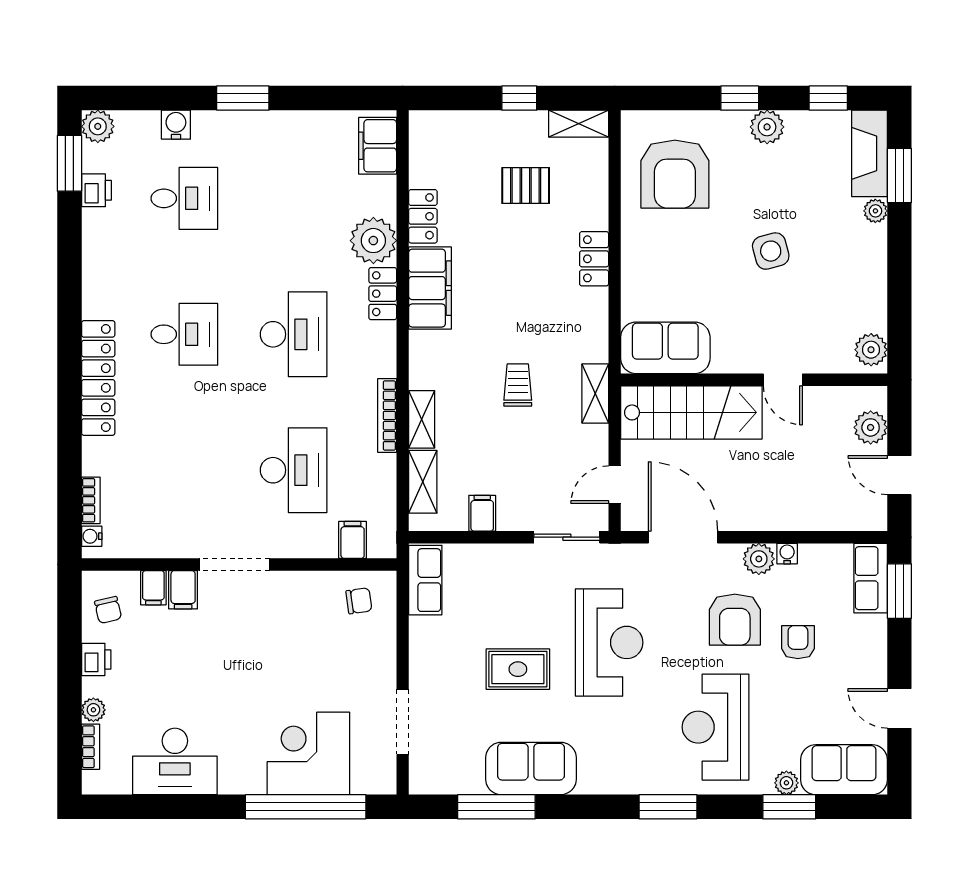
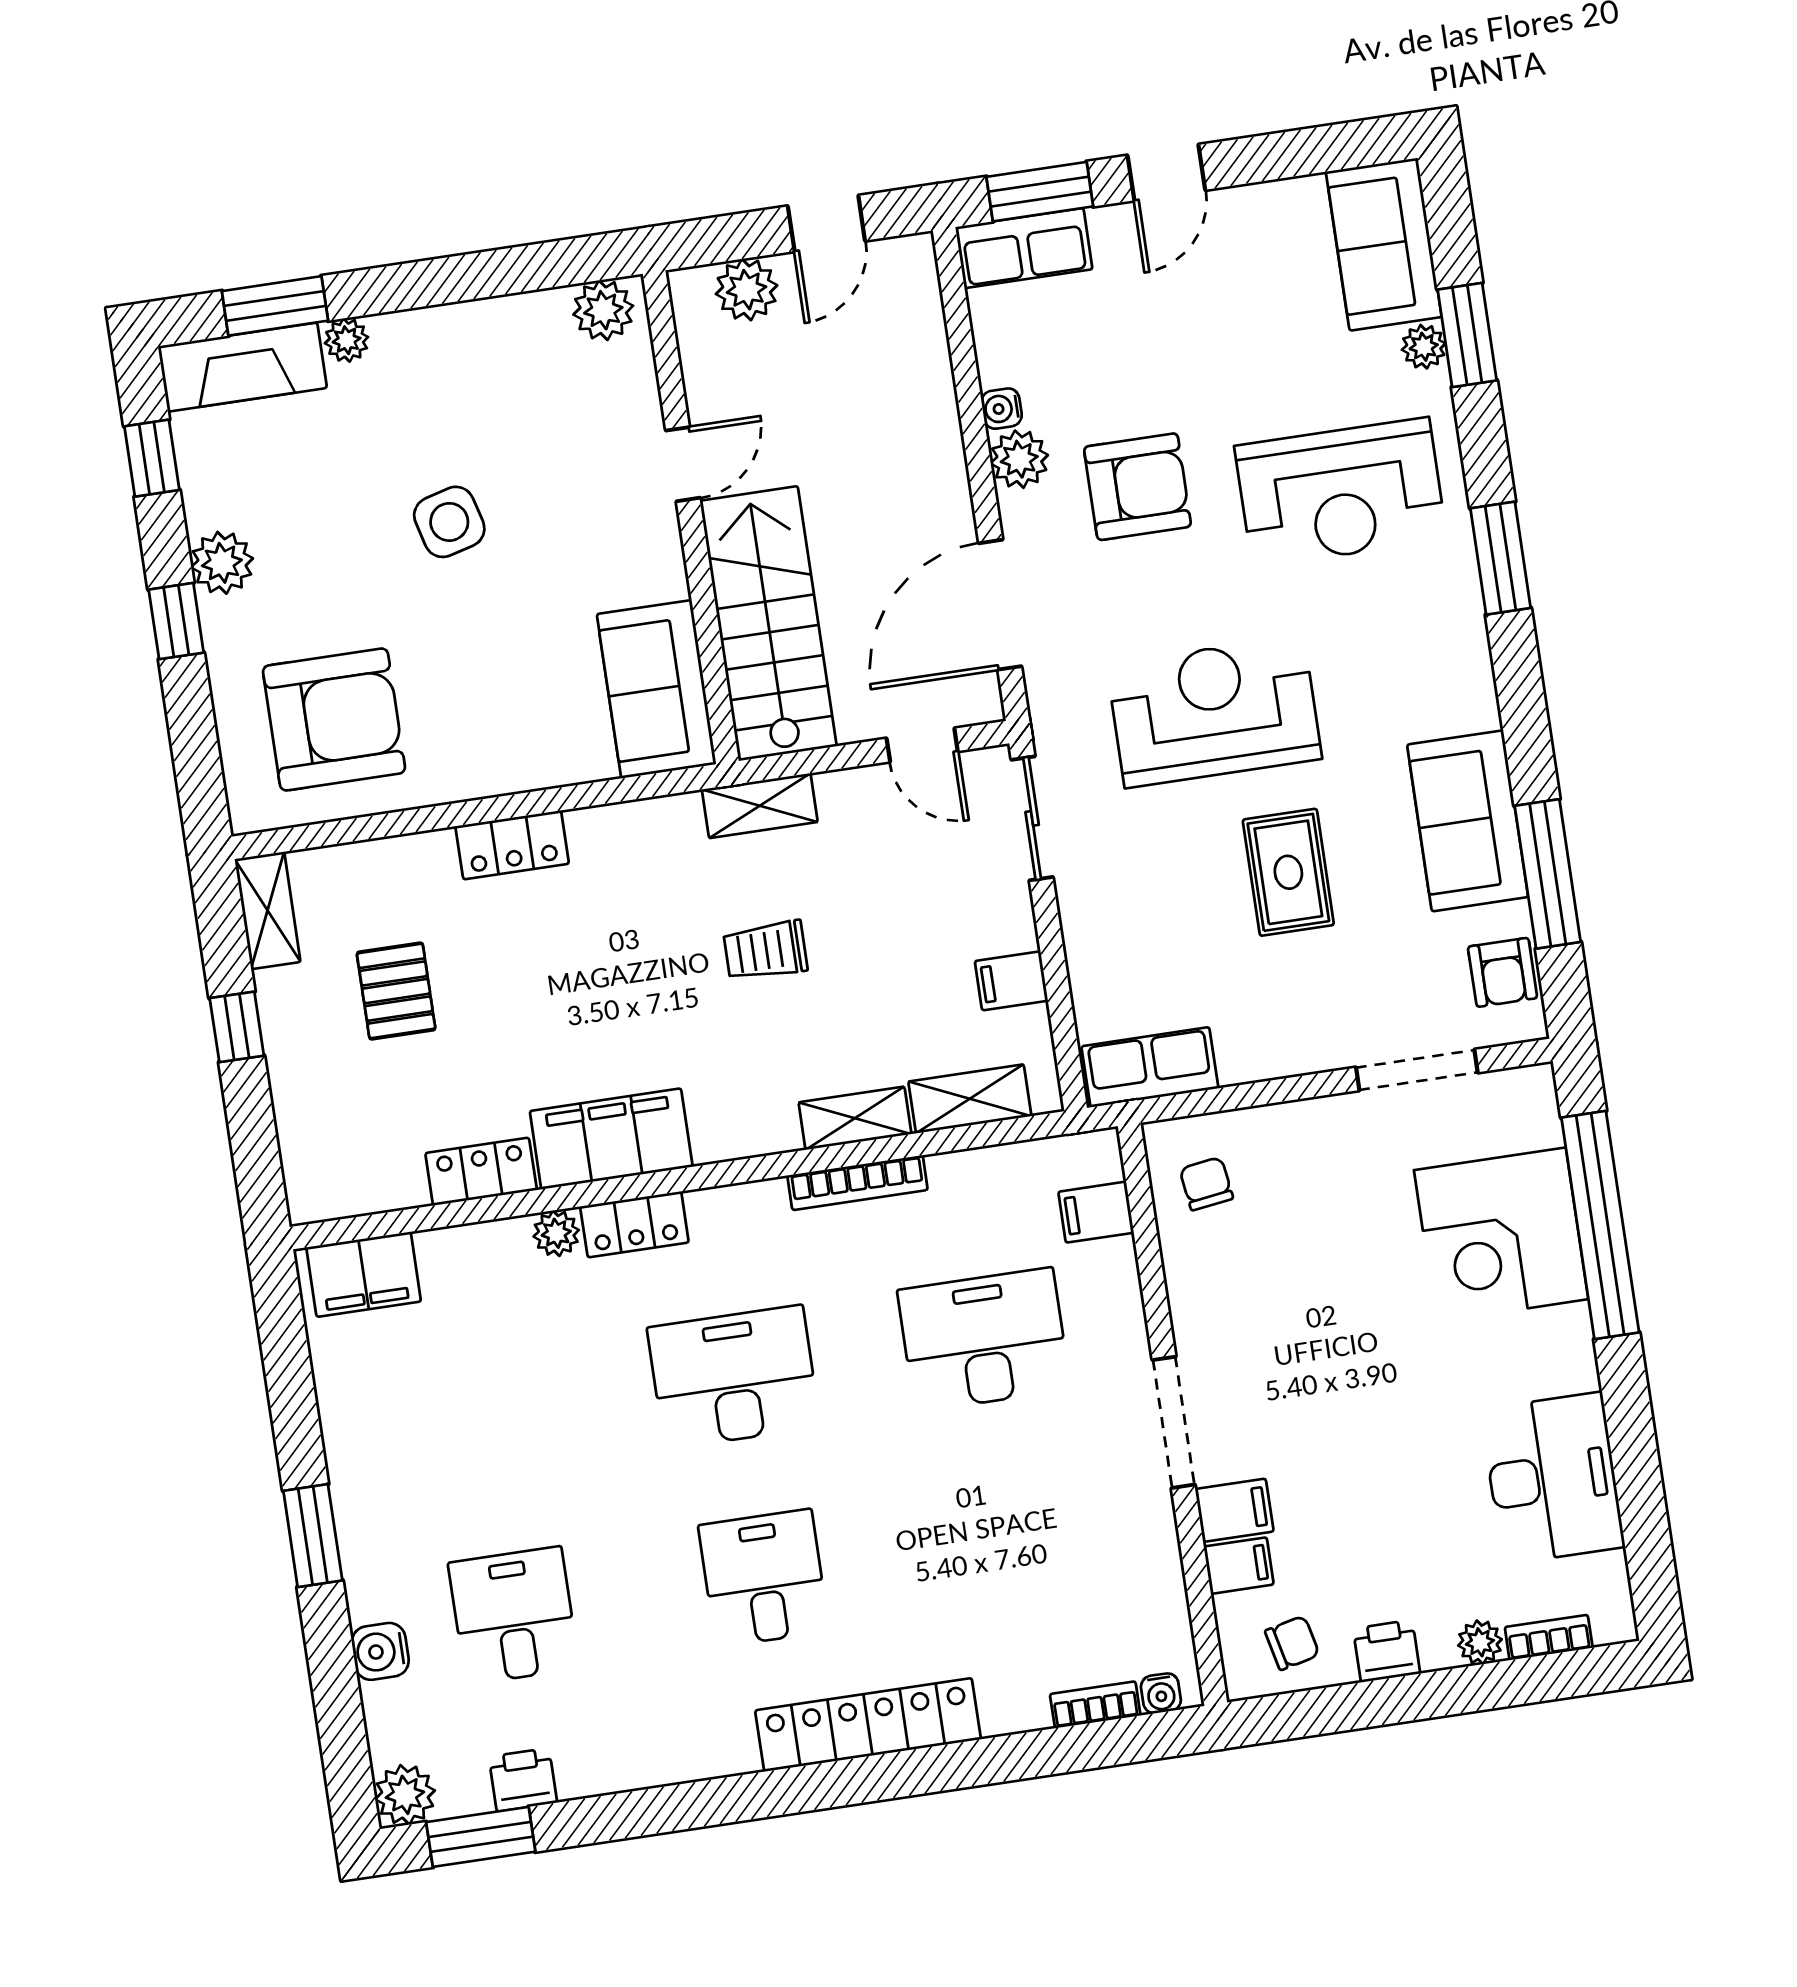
plant: (373, 241) -> (556, 1233), width x0.53, depth x0.53
armchair: (798, 642) -> (1503, 972), moved, turned -90
door: (899, 708) -> (1166, 173), moved

